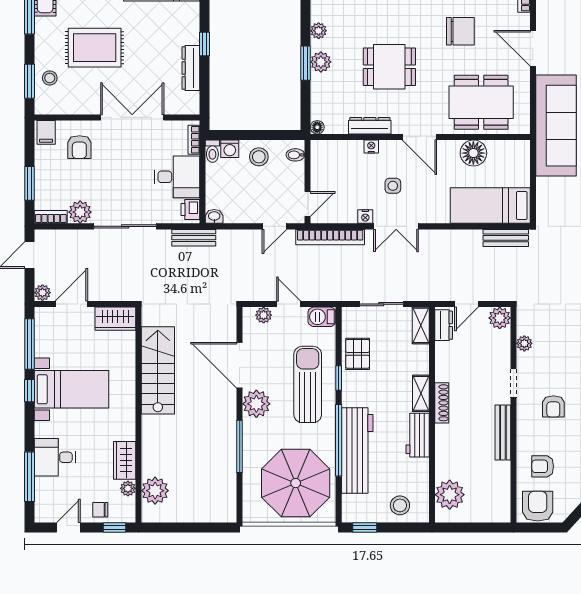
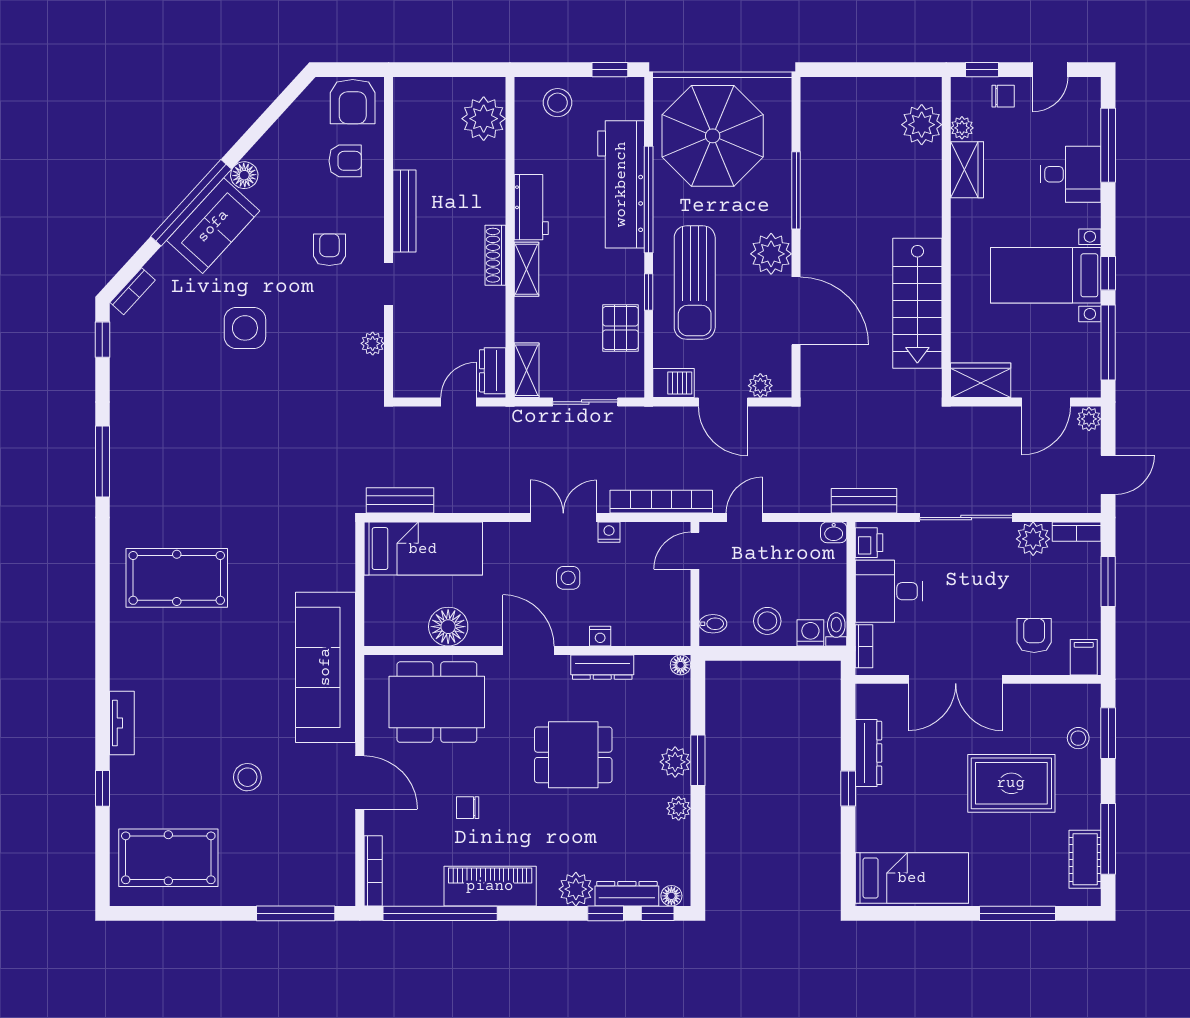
chair: (460, 31) -> (468, 808), width x0.54, depth x0.54
door: (289, 304) -> (723, 402), width x1.38
plant: (500, 318) -> (409, 381), removed

